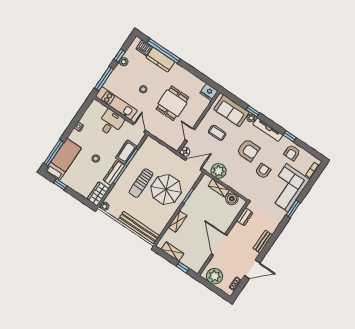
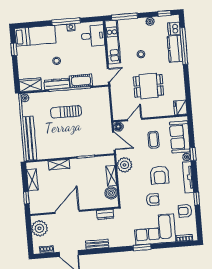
window: (120, 56) -> (164, 13), moved
desk: (111, 123) -> (93, 36), moved
window: (54, 153) -> (66, 22), moved
parasol: (166, 189) -> (77, 136), removed

